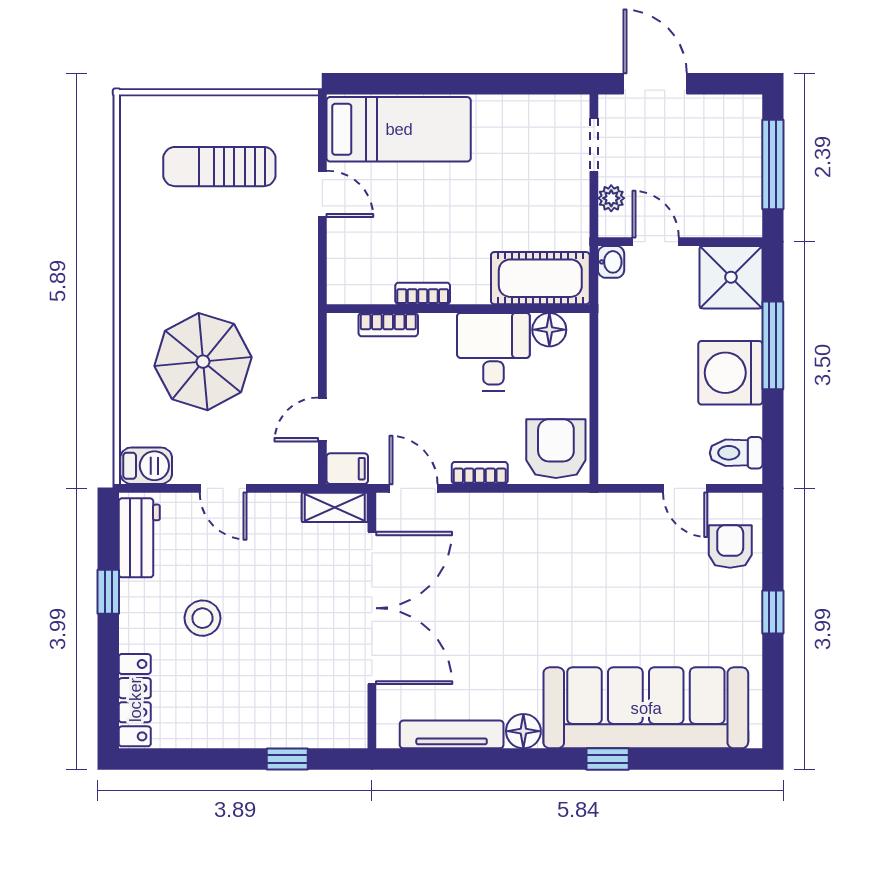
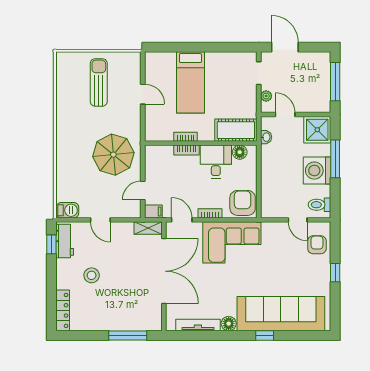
bed: (399, 129) -> (190, 82), moved, turned 90
sun lounger: (219, 167) -> (99, 82), turned 90
washbasin: (611, 262) -> (266, 137), moved
bookcase: (388, 325) -> (187, 150), moved
parasol: (203, 362) -> (113, 155), moved
corner sofa: (531, 541) -> (232, 242), added
window: (108, 592) -> (51, 244), moved
window: (287, 759) -> (128, 336), width x2.17

